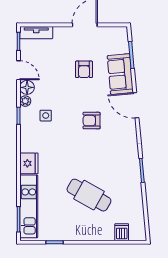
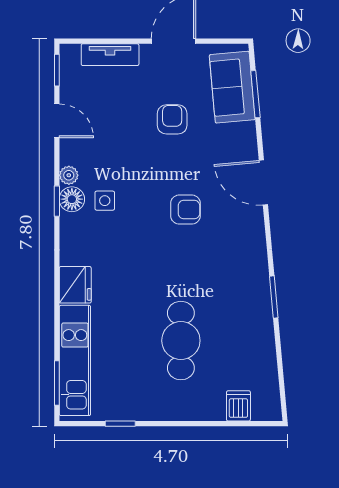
tv unit: (36, 33) -> (110, 55), moved
armchair: (84, 69) -> (172, 119), turned 180
sofa: (120, 74) -> (232, 87), moved
floor lamp: (27, 87) -> (72, 199), moved
armchair: (92, 121) -> (185, 210), turned 180
cafe table: (89, 195) -> (181, 341), turned 61

